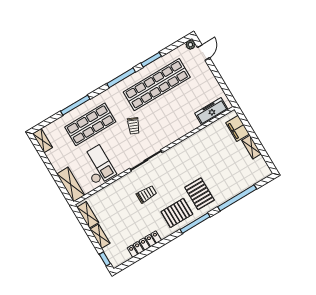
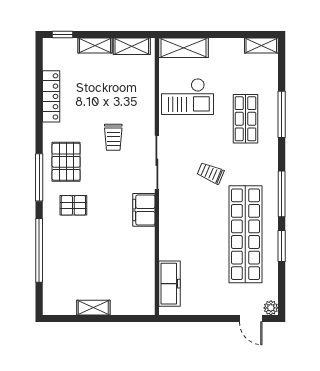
shop shelf: (90, 124) -> (245, 119), width x0.70, depth x0.74
filing cabinet: (238, 128) -> (144, 210), moved, turned -90
pallet: (199, 194) -> (73, 205), width x0.67, depth x0.71

